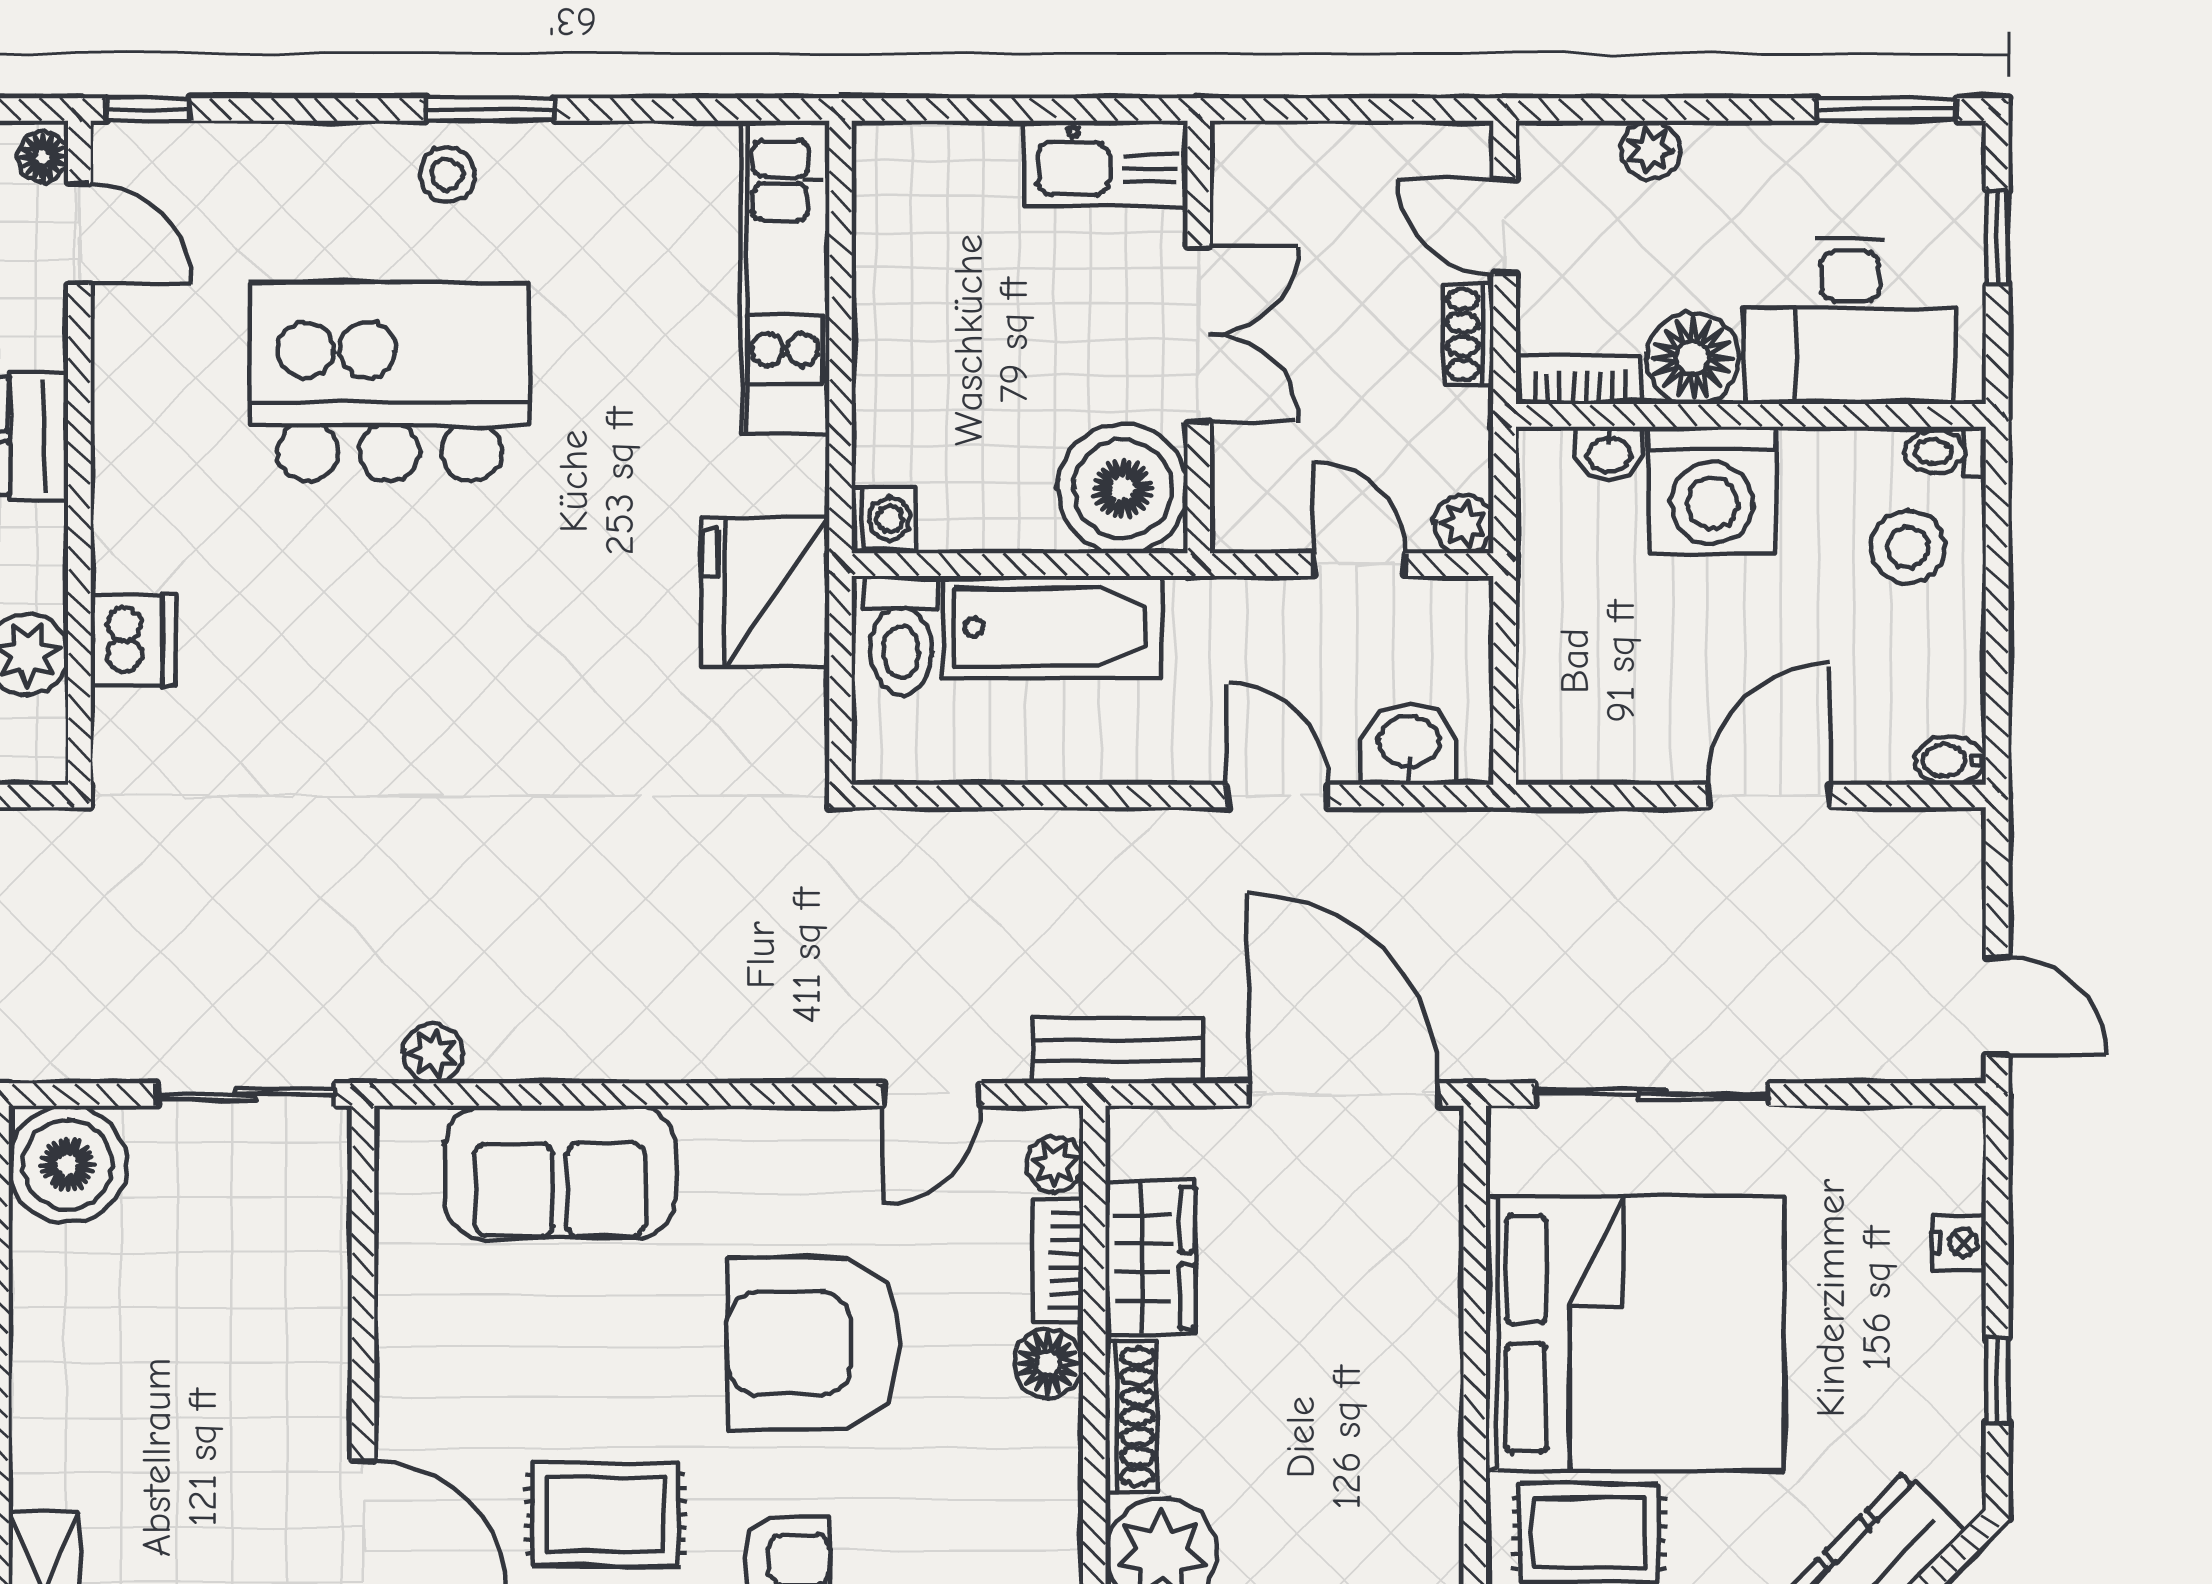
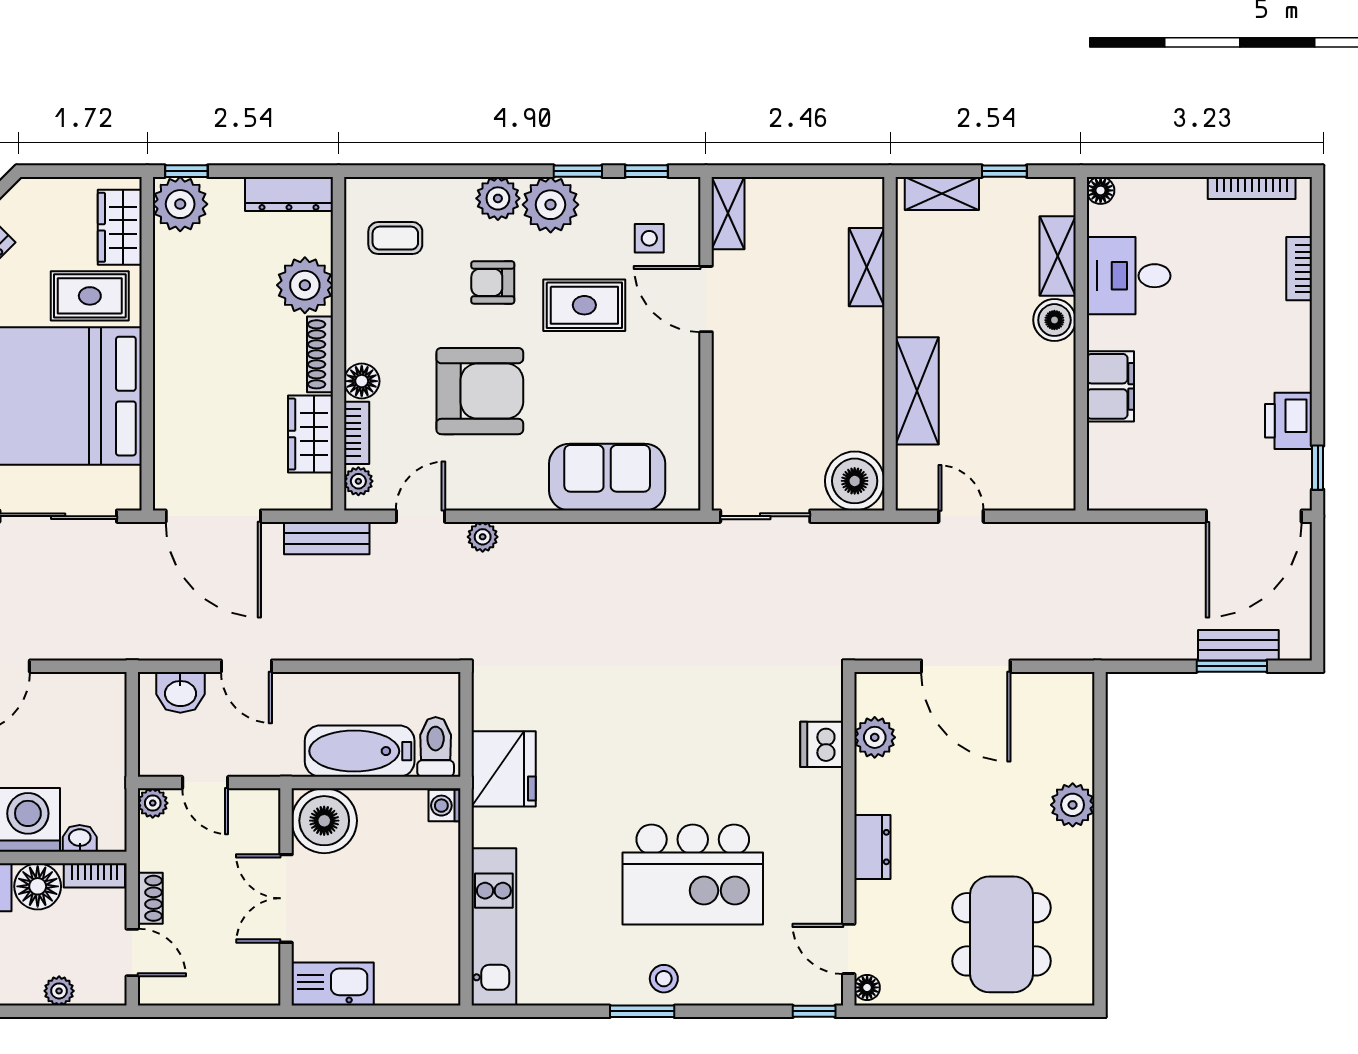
plant: (433, 1053) -> (483, 537), moved

